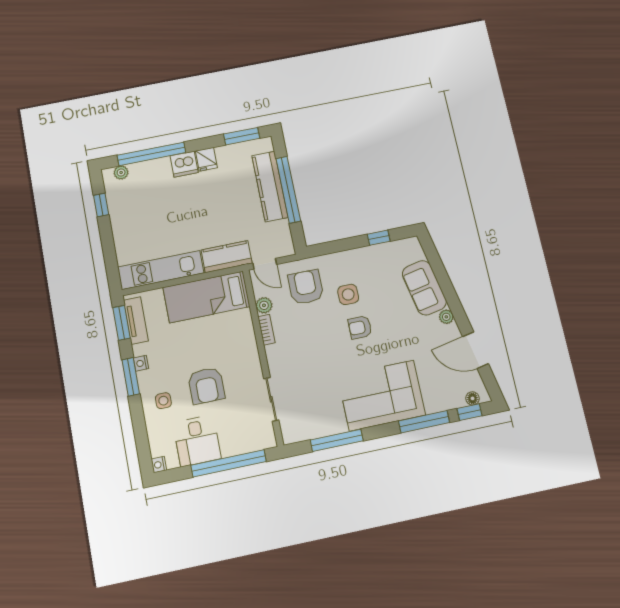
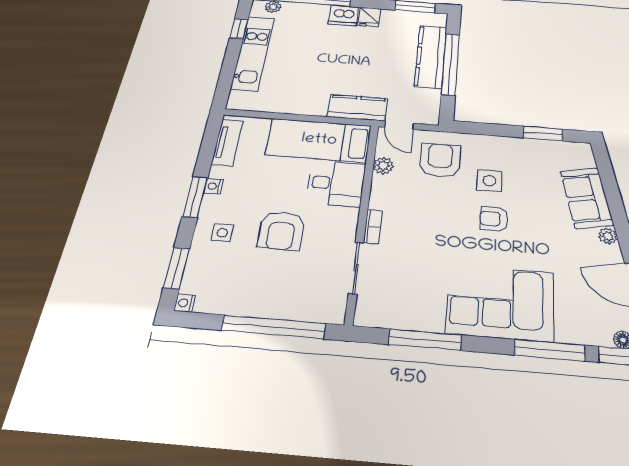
window: (379, 238) -> (543, 134), width x1.50
kitchen unit: (161, 270) -> (253, 53), moved, turned 90
window: (121, 323) -> (176, 268), moved
bookcase: (266, 330) -> (373, 227), moved
desk: (197, 441) -> (336, 183), moved, turned -90

